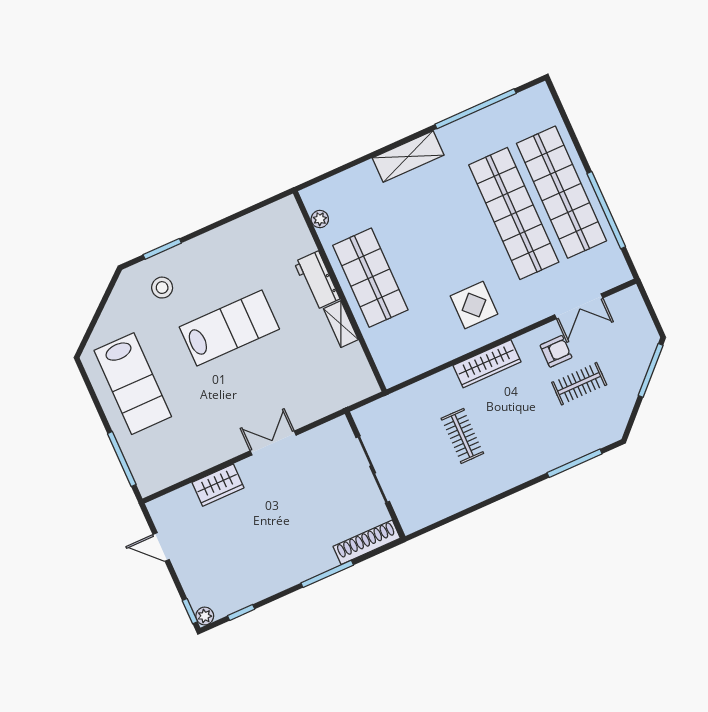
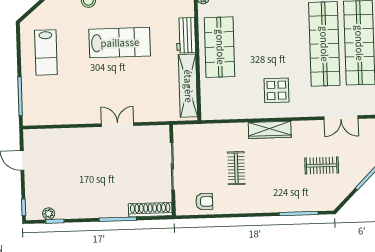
shelving: (341, 324) -> (188, 86), width x2.20, depth x1.33
armchair: (556, 351) -> (204, 202), moved
lab bench: (133, 384) -> (46, 52), width x0.73, depth x0.72
wardrobe: (218, 485) -> (73, 137), removed
plant: (205, 616) -> (49, 214), moved

